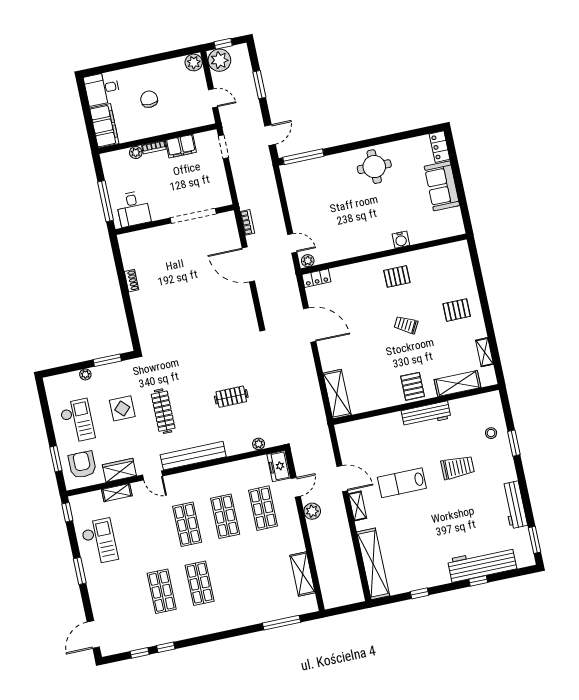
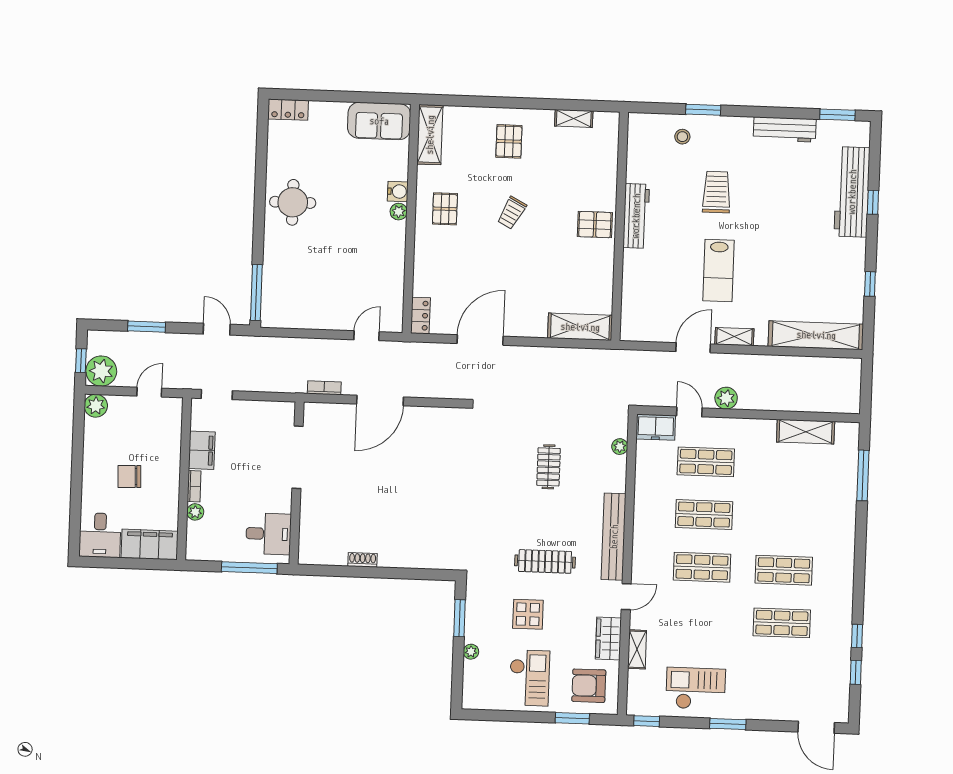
sofa: (442, 186) -> (379, 121), moved
plant: (308, 261) -> (399, 212), moved
shelving: (457, 383) -> (430, 135), moved
checkout: (77, 421) -> (529, 678), turned 90

